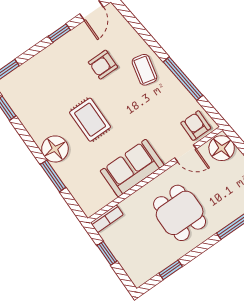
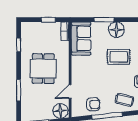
armchair: (196, 126) -> (93, 104), moved
sofa: (132, 168) -> (81, 39), moved
dining table: (180, 213) -> (43, 69), turned 90

